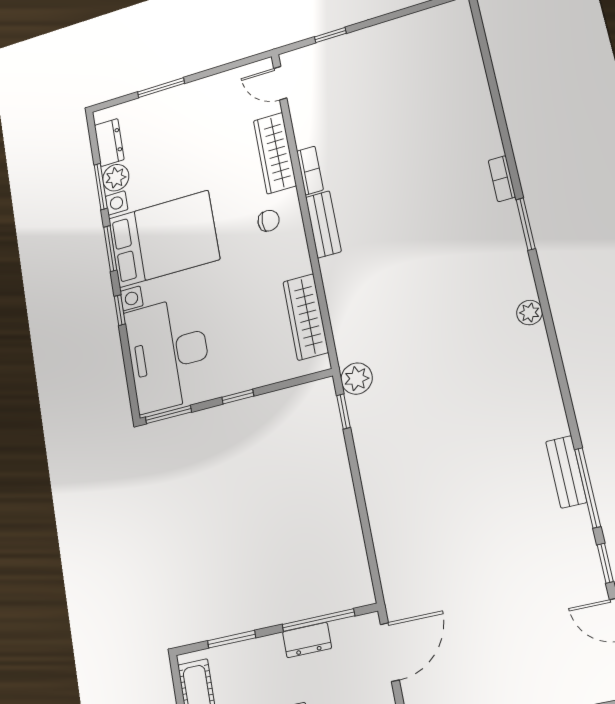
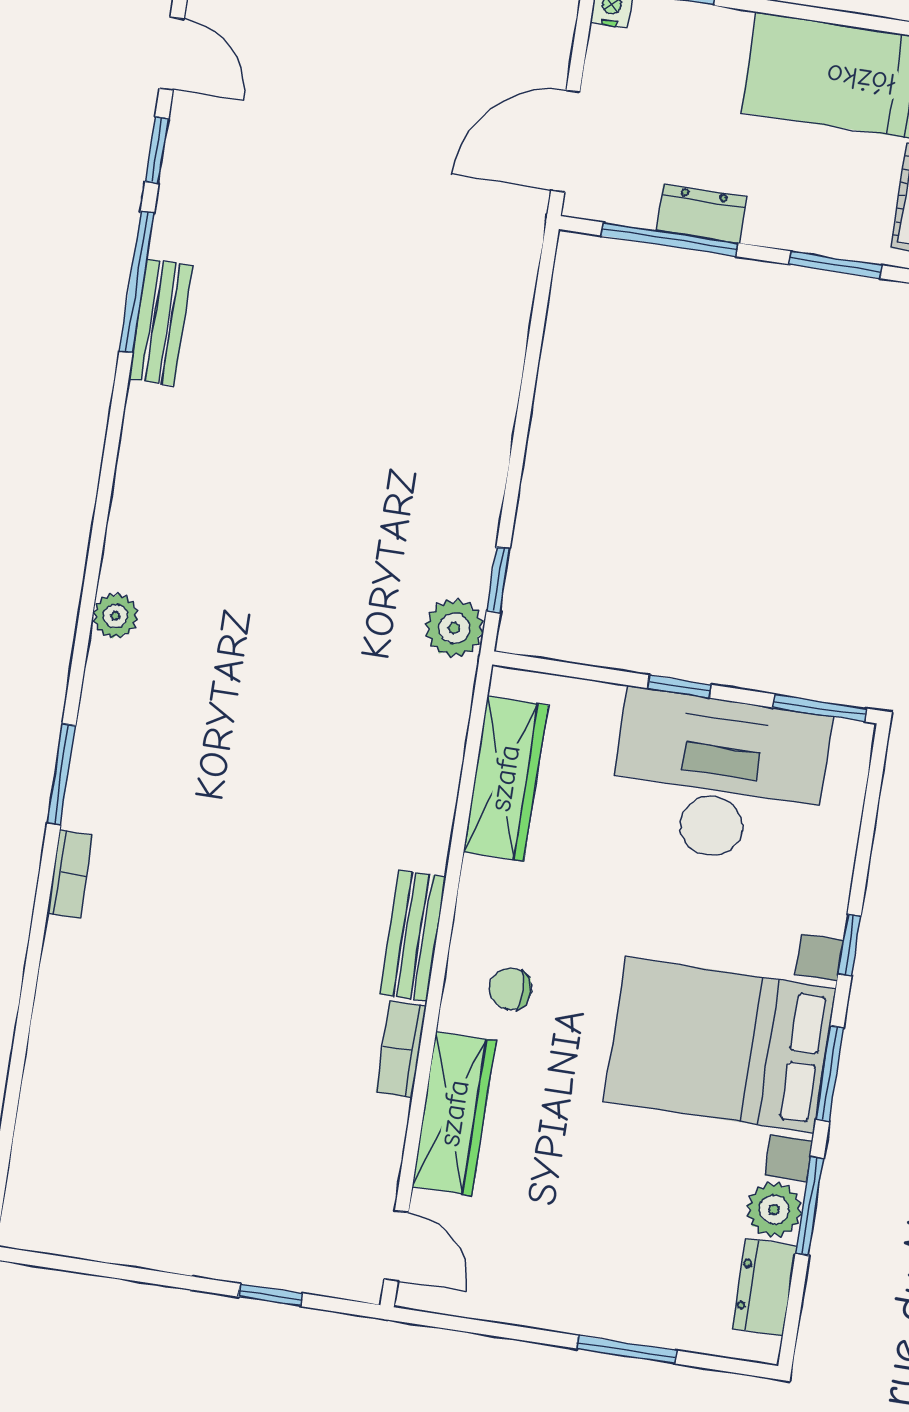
desk: (168, 354) -> (719, 778), moved, turned -90

